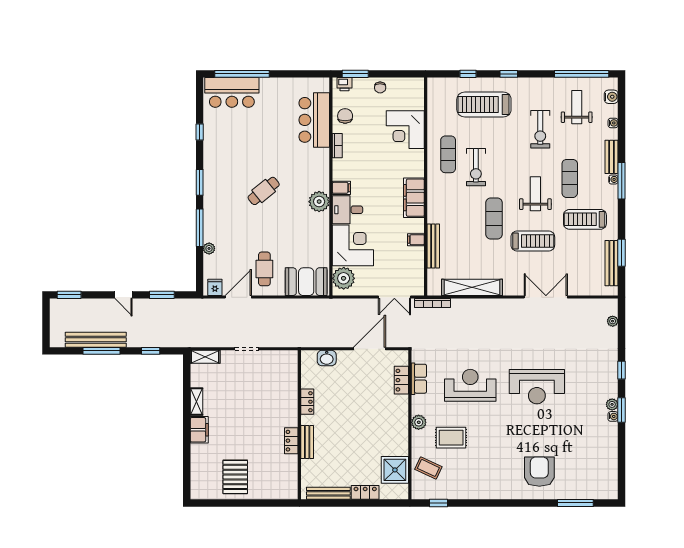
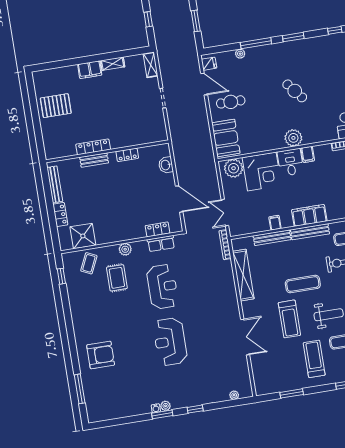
bench: (612, 263) -> (310, 232), moved
locker: (291, 441) -> (93, 147), width x1.53

